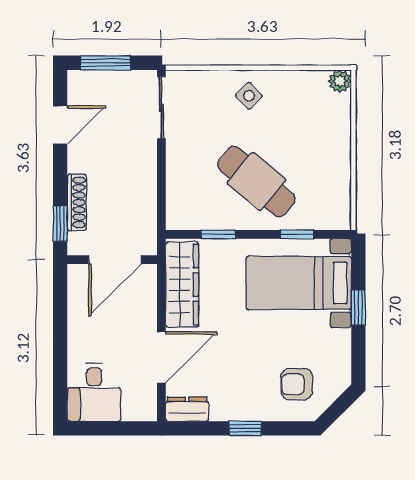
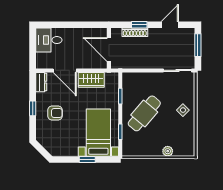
plant: (340, 81) -> (168, 151), moved
door: (60, 125) -> (170, 25), swing flipped
window: (60, 224) -> (139, 25), moved
wardrobe: (182, 285) -> (91, 80), width x0.67
armchair: (297, 384) -> (55, 113), moved, turned 90

